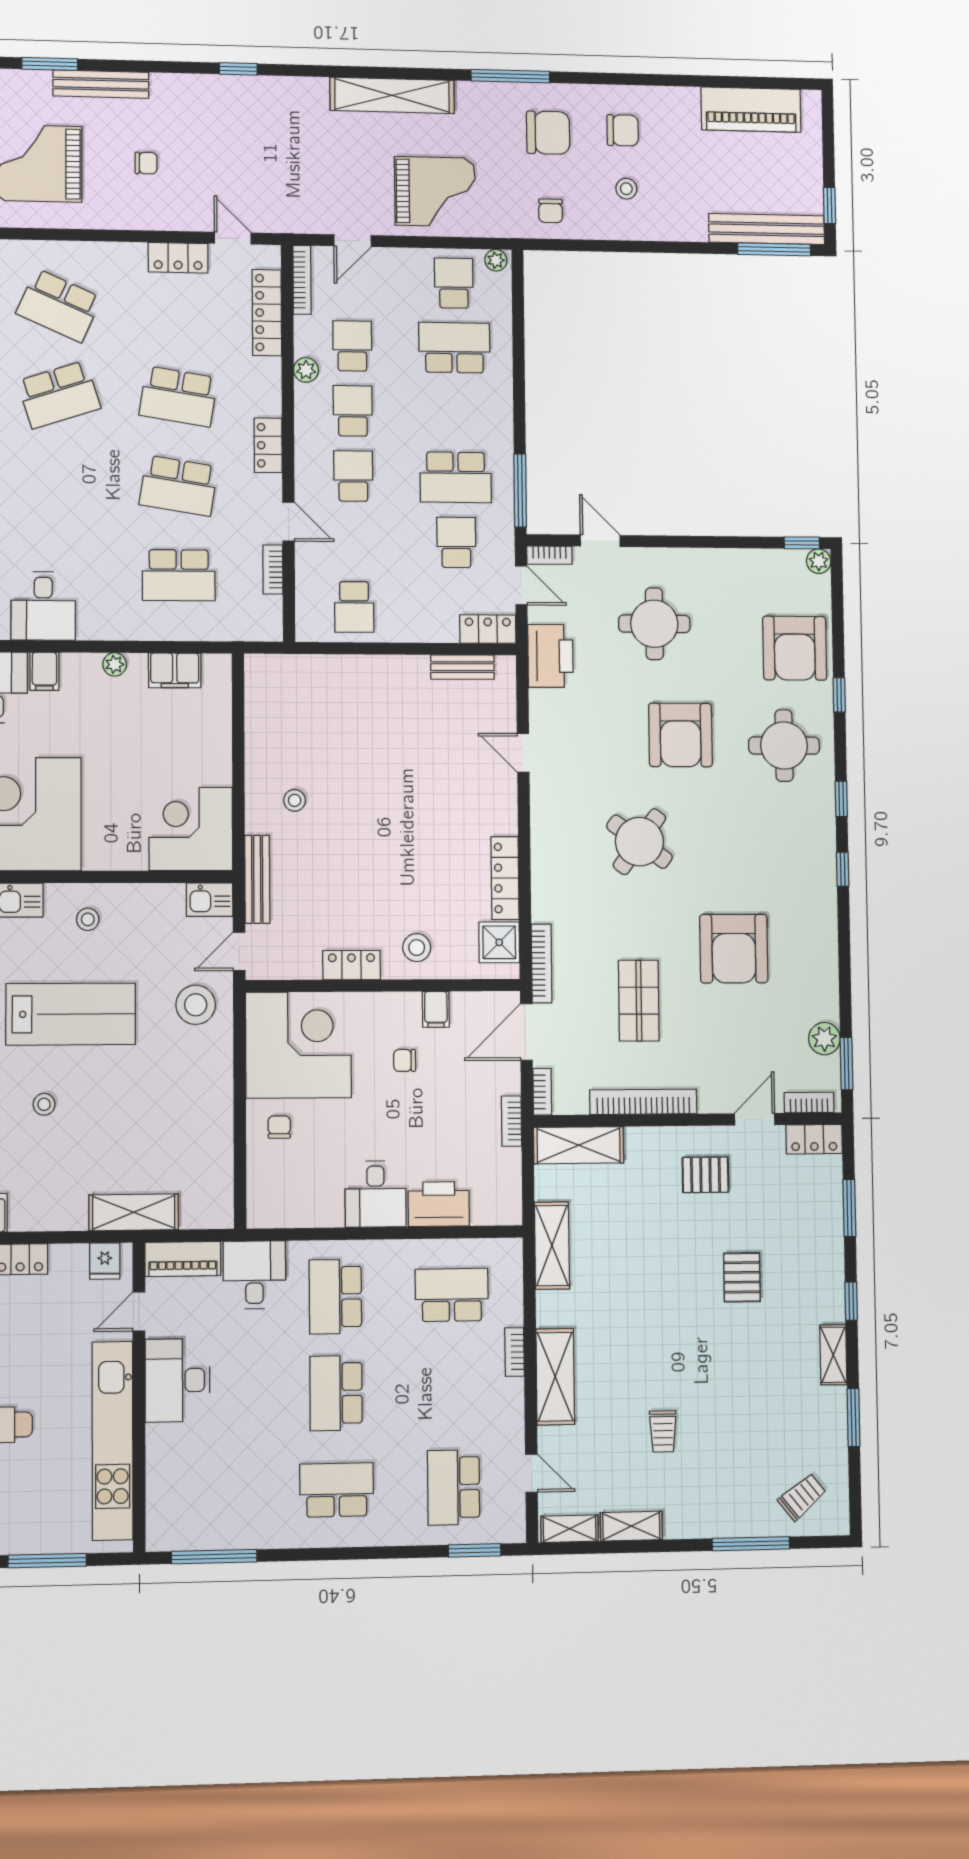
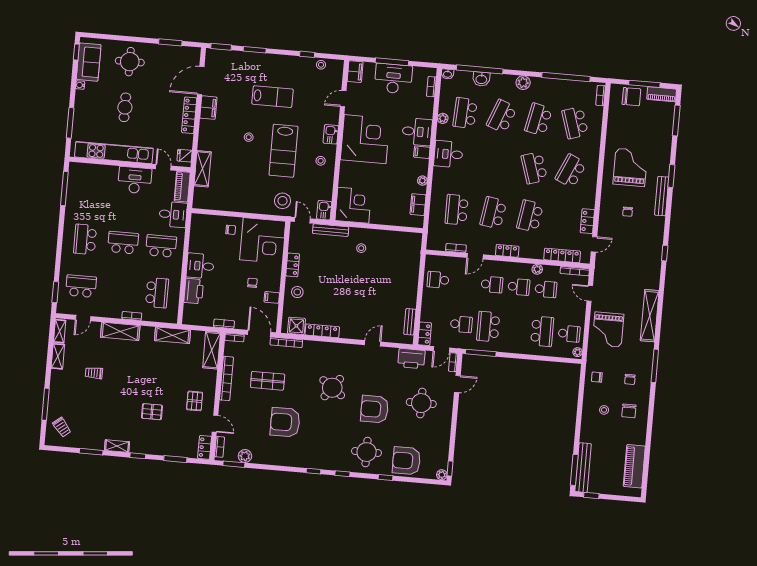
chair: (548, 133) -> (630, 379), width x0.54, depth x0.54
school desk: (337, 1490) -> (85, 239), turned 180

